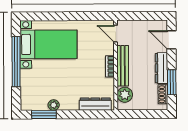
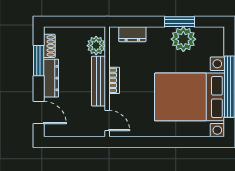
bed with nightstands: (48, 44) -> (189, 97), width x1.36
dresser: (95, 104) -> (132, 34), width x0.70
plant: (54, 105) -> (183, 39), width x1.87, depth x1.87
window: (44, 115) -> (180, 22), moved

